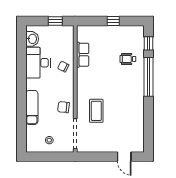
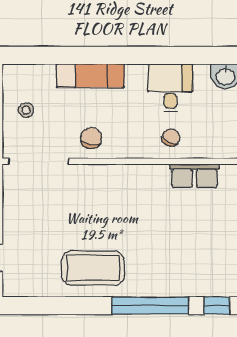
wheelchair: (128, 59) -> (186, 265), removed
desk: (38, 63) -> (170, 88), width x0.73
coffee table: (96, 111) -> (93, 268), moved, width x1.36, depth x1.32

